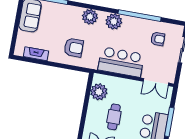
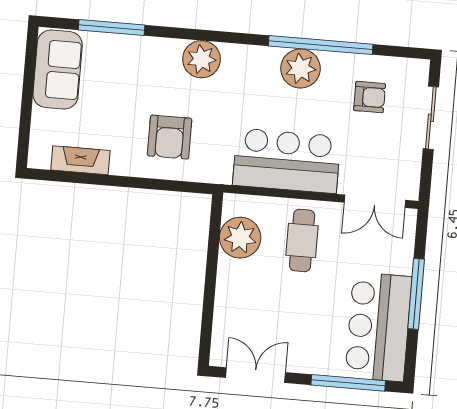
plant: (114, 21) -> (300, 68), moved
armchair: (74, 48) -> (170, 137), turned 90
cafe table: (114, 117) -> (302, 240), moved

